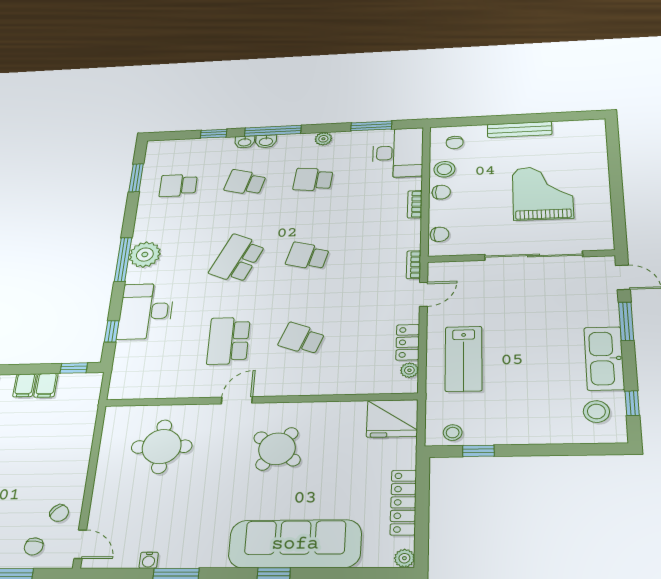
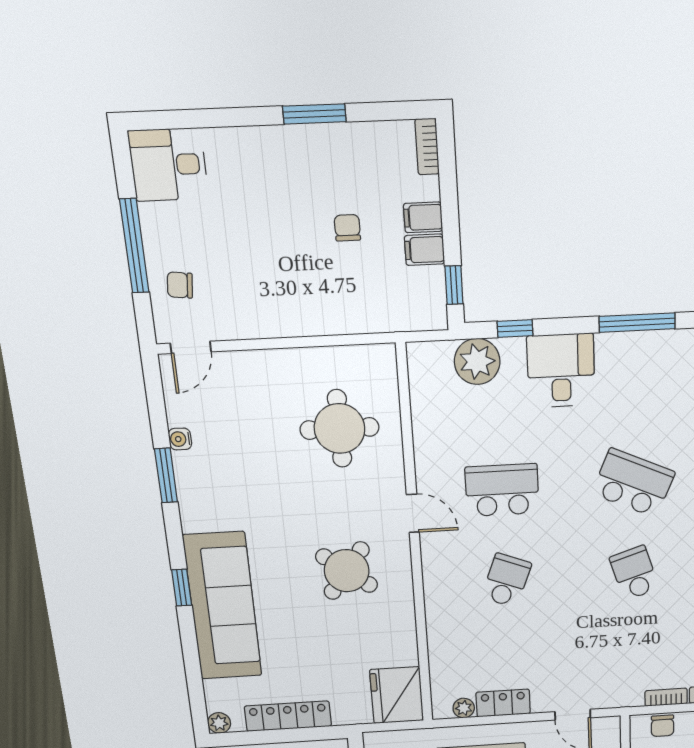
plant: (145, 254) -> (477, 361), moved
school desk: (307, 256) -> (634, 573), turned -33
bookcase: (414, 265) -> (666, 697), moved
desk: (146, 311) -> (561, 371), width x0.73
chair: (59, 513) -> (347, 228), moved, turned 134

